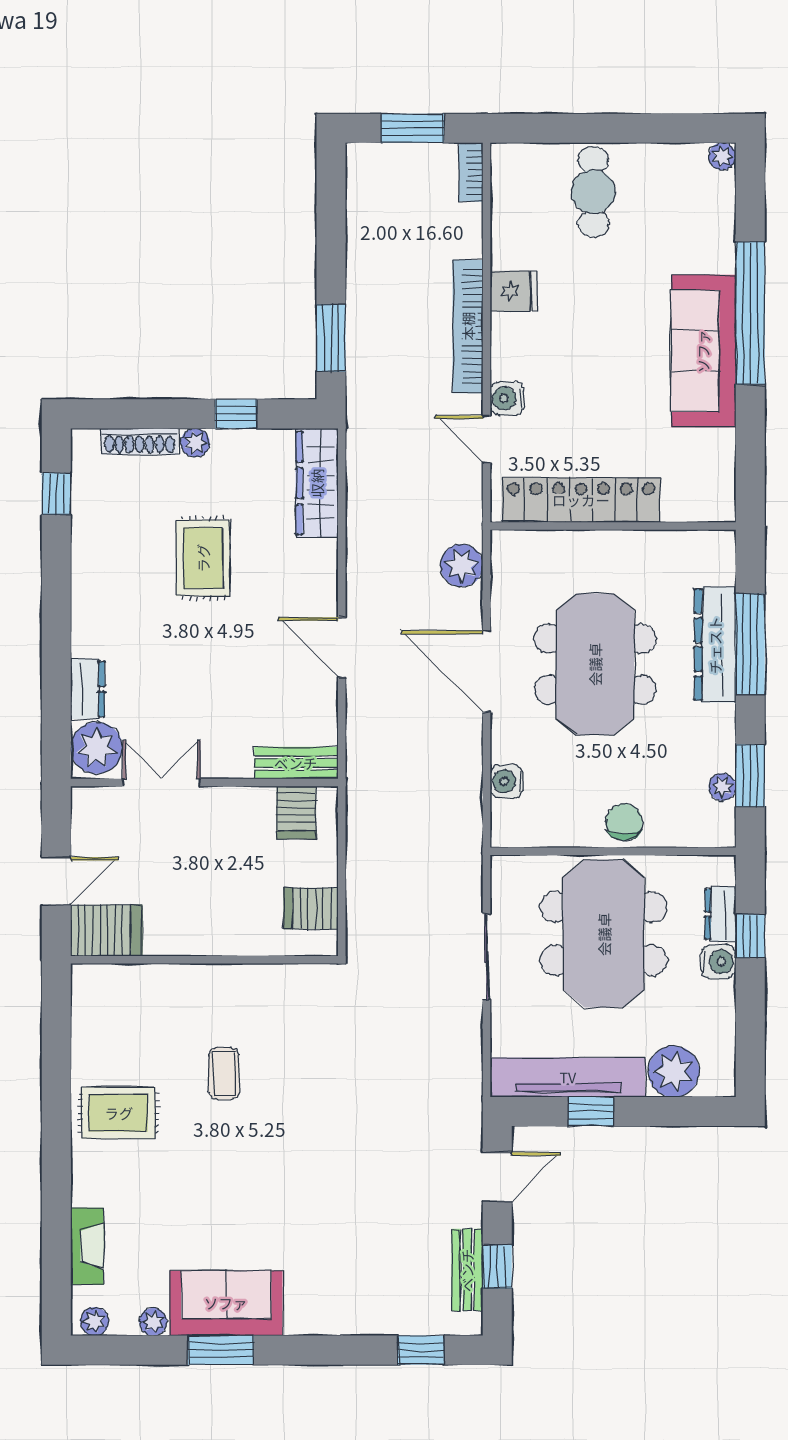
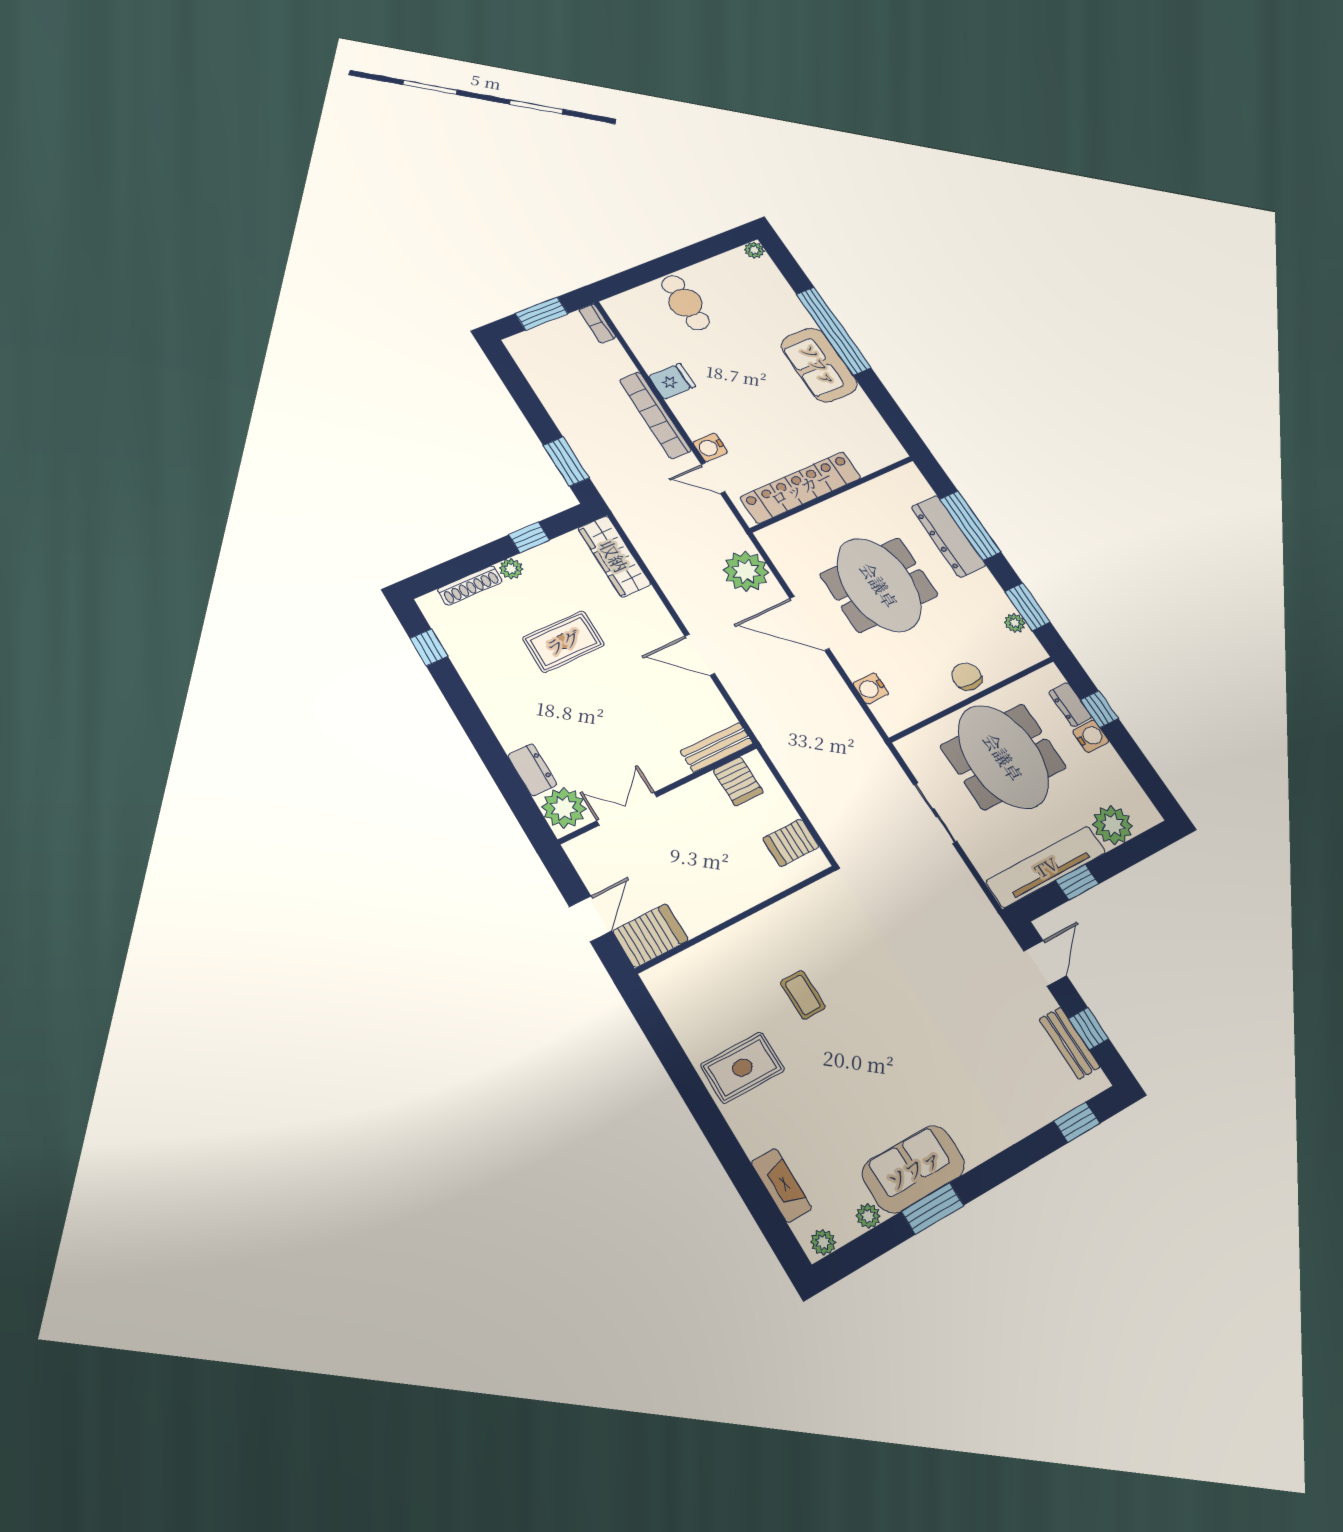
sofa: (703, 351) -> (819, 365), width x0.73
rug: (203, 558) -> (563, 642), turned 90
plant: (462, 565) -> (746, 571), width x1.36, depth x1.36

